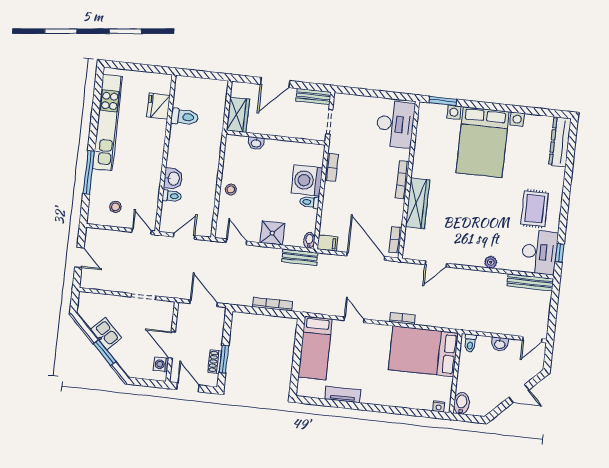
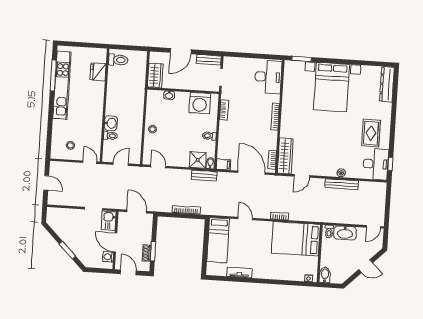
toilet: (184, 117) -> (118, 60), moved
window: (89, 172) -> (53, 75), moved
washing machine: (307, 180) -> (200, 103), moved, turned -90
wardrobe: (417, 203) -> (285, 156), moved
shower: (272, 233) -> (198, 160), moved
bench: (530, 282) -> (342, 184), moved
kitchen sink: (106, 334) -> (109, 221), moved, turned -135
washbasin: (500, 344) -> (345, 233), width x1.91, depth x1.45

